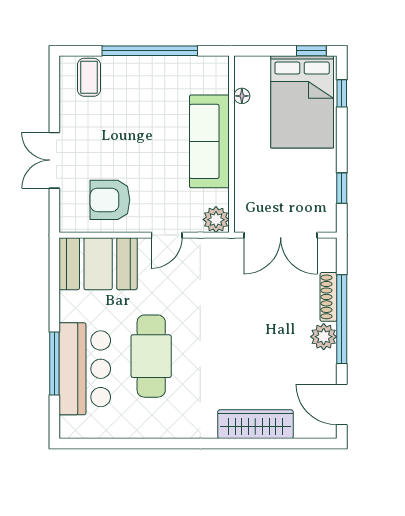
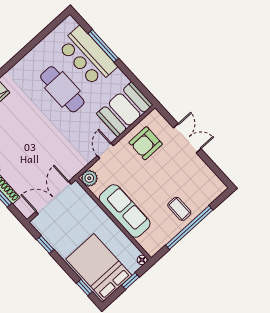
window: (311, 51) -> (130, 281), moved
coffee table: (89, 77) -> (179, 209), moved
floor lamp: (242, 96) -> (142, 260), moved
armchair: (110, 200) -> (146, 143), turned 180

